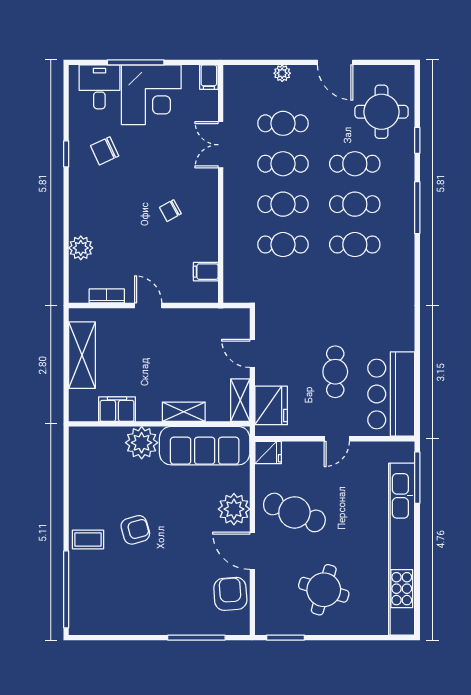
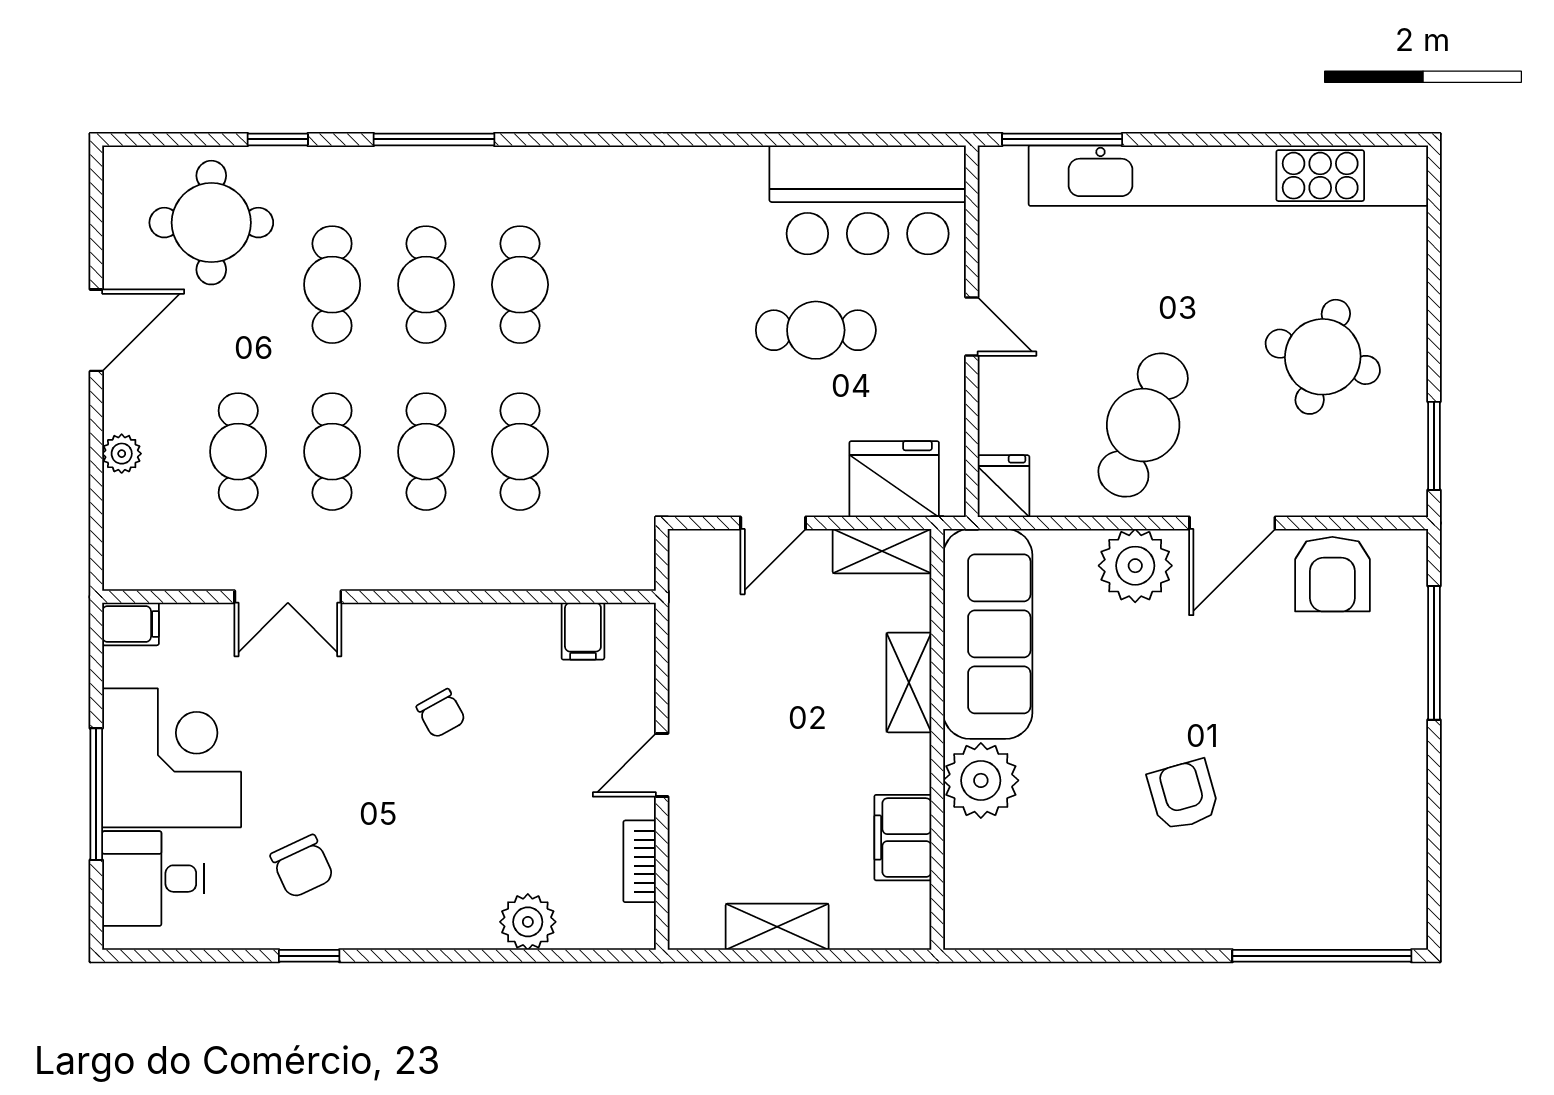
shelving: (82, 355) -> (777, 927), width x0.67, depth x0.75
coffee table: (88, 540) -> (1206, 905), removed
armchair: (230, 594) -> (1332, 574), turned -86

